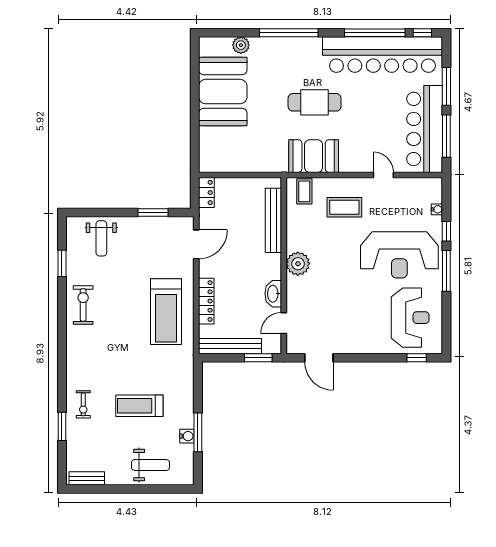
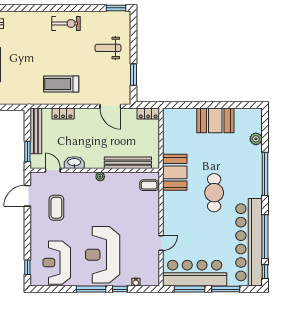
booth: (223, 92) -> (215, 120), width x0.73, depth x0.70
booth: (314, 156) -> (175, 172), moved
coffee table: (344, 207) -> (56, 208), moved
weight bench: (101, 238) -> (108, 48), moved
window: (62, 263) -> (116, 8), moved
plant: (298, 264) -> (100, 177), width x0.53, depth x0.53
locker: (206, 301) -> (63, 114), width x0.66
treadmill: (166, 312) -> (61, 84), width x0.73, depth x0.73
reception desk: (410, 318) -> (57, 263), turned 90

